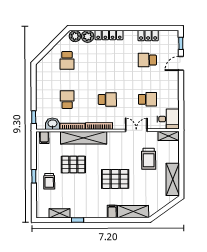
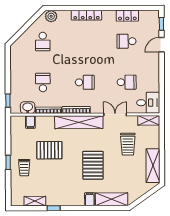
plant: (88, 36) -> (64, 17), removed
filing cabinet: (44, 138) -> (30, 122), moved
shelving: (84, 138) -> (79, 122), moved
pallet: (115, 179) -> (93, 165), turned 90

